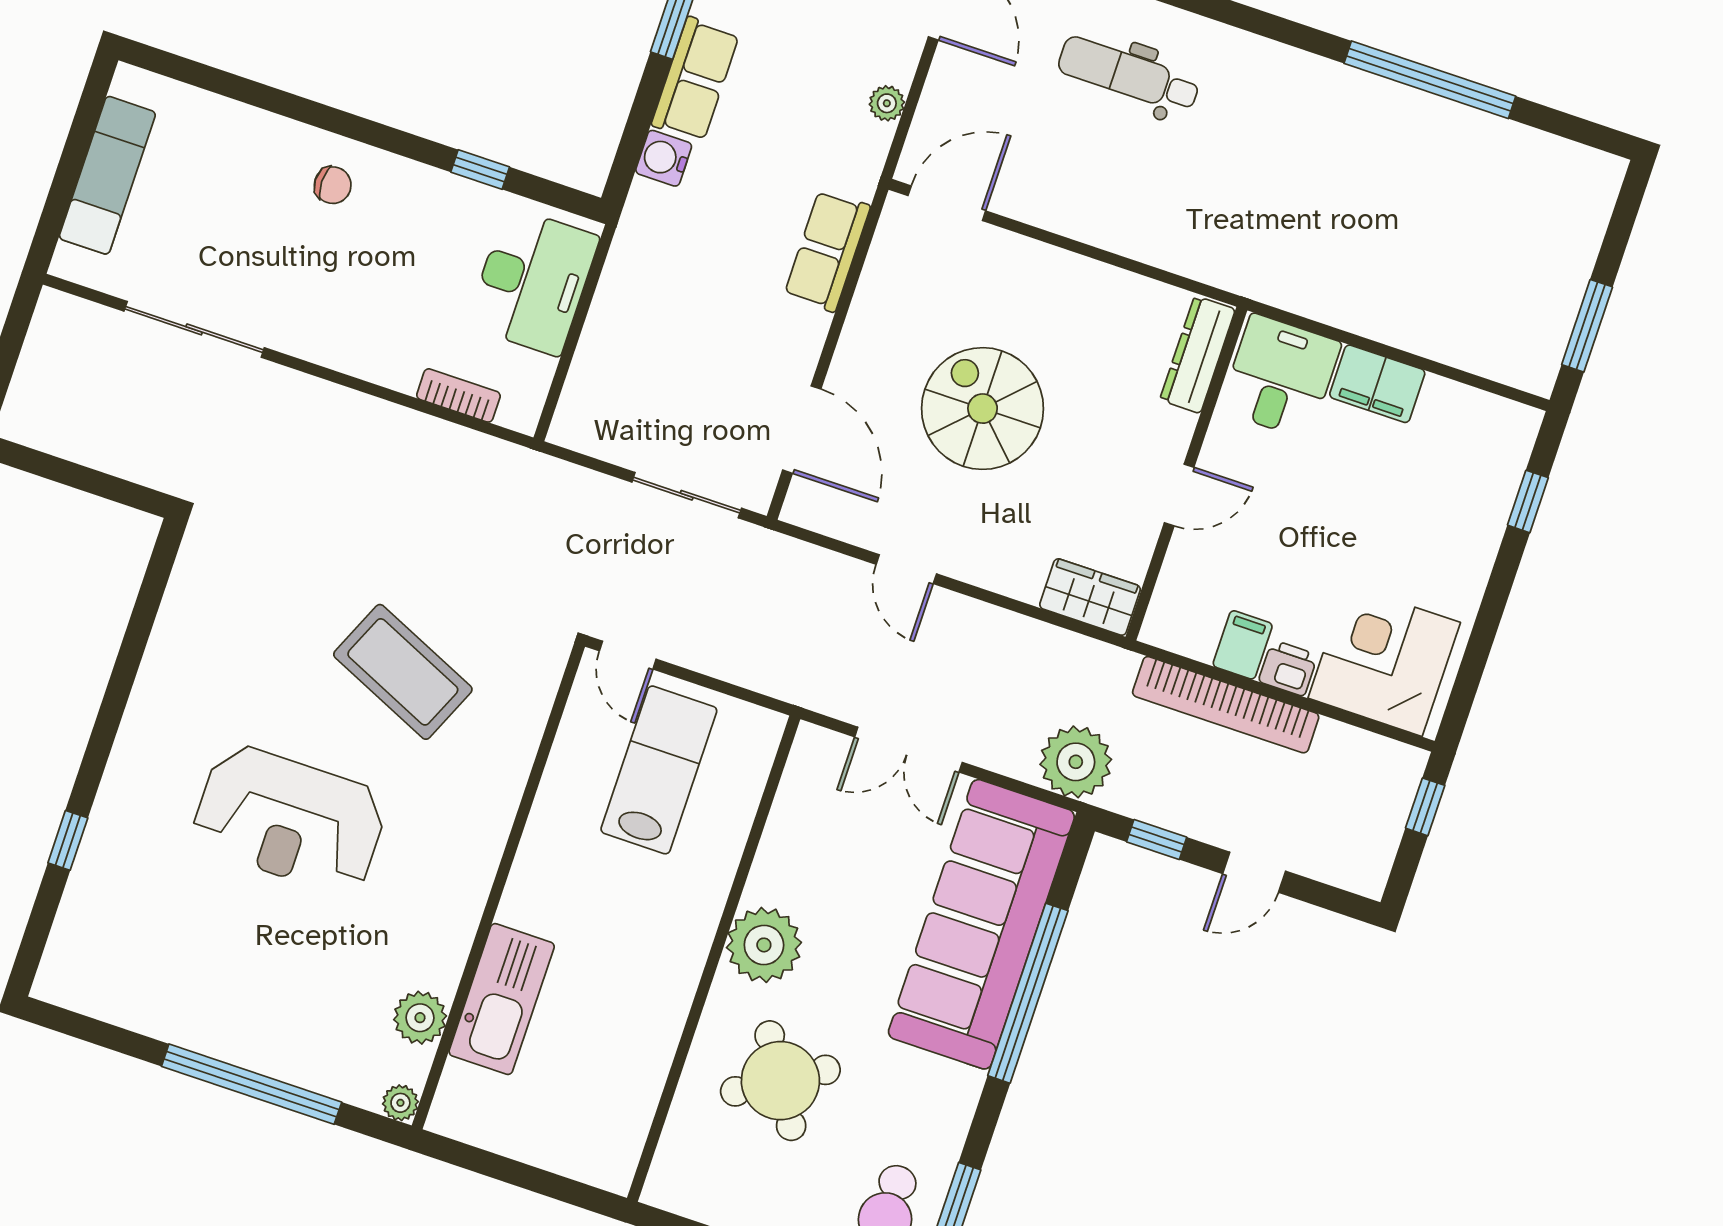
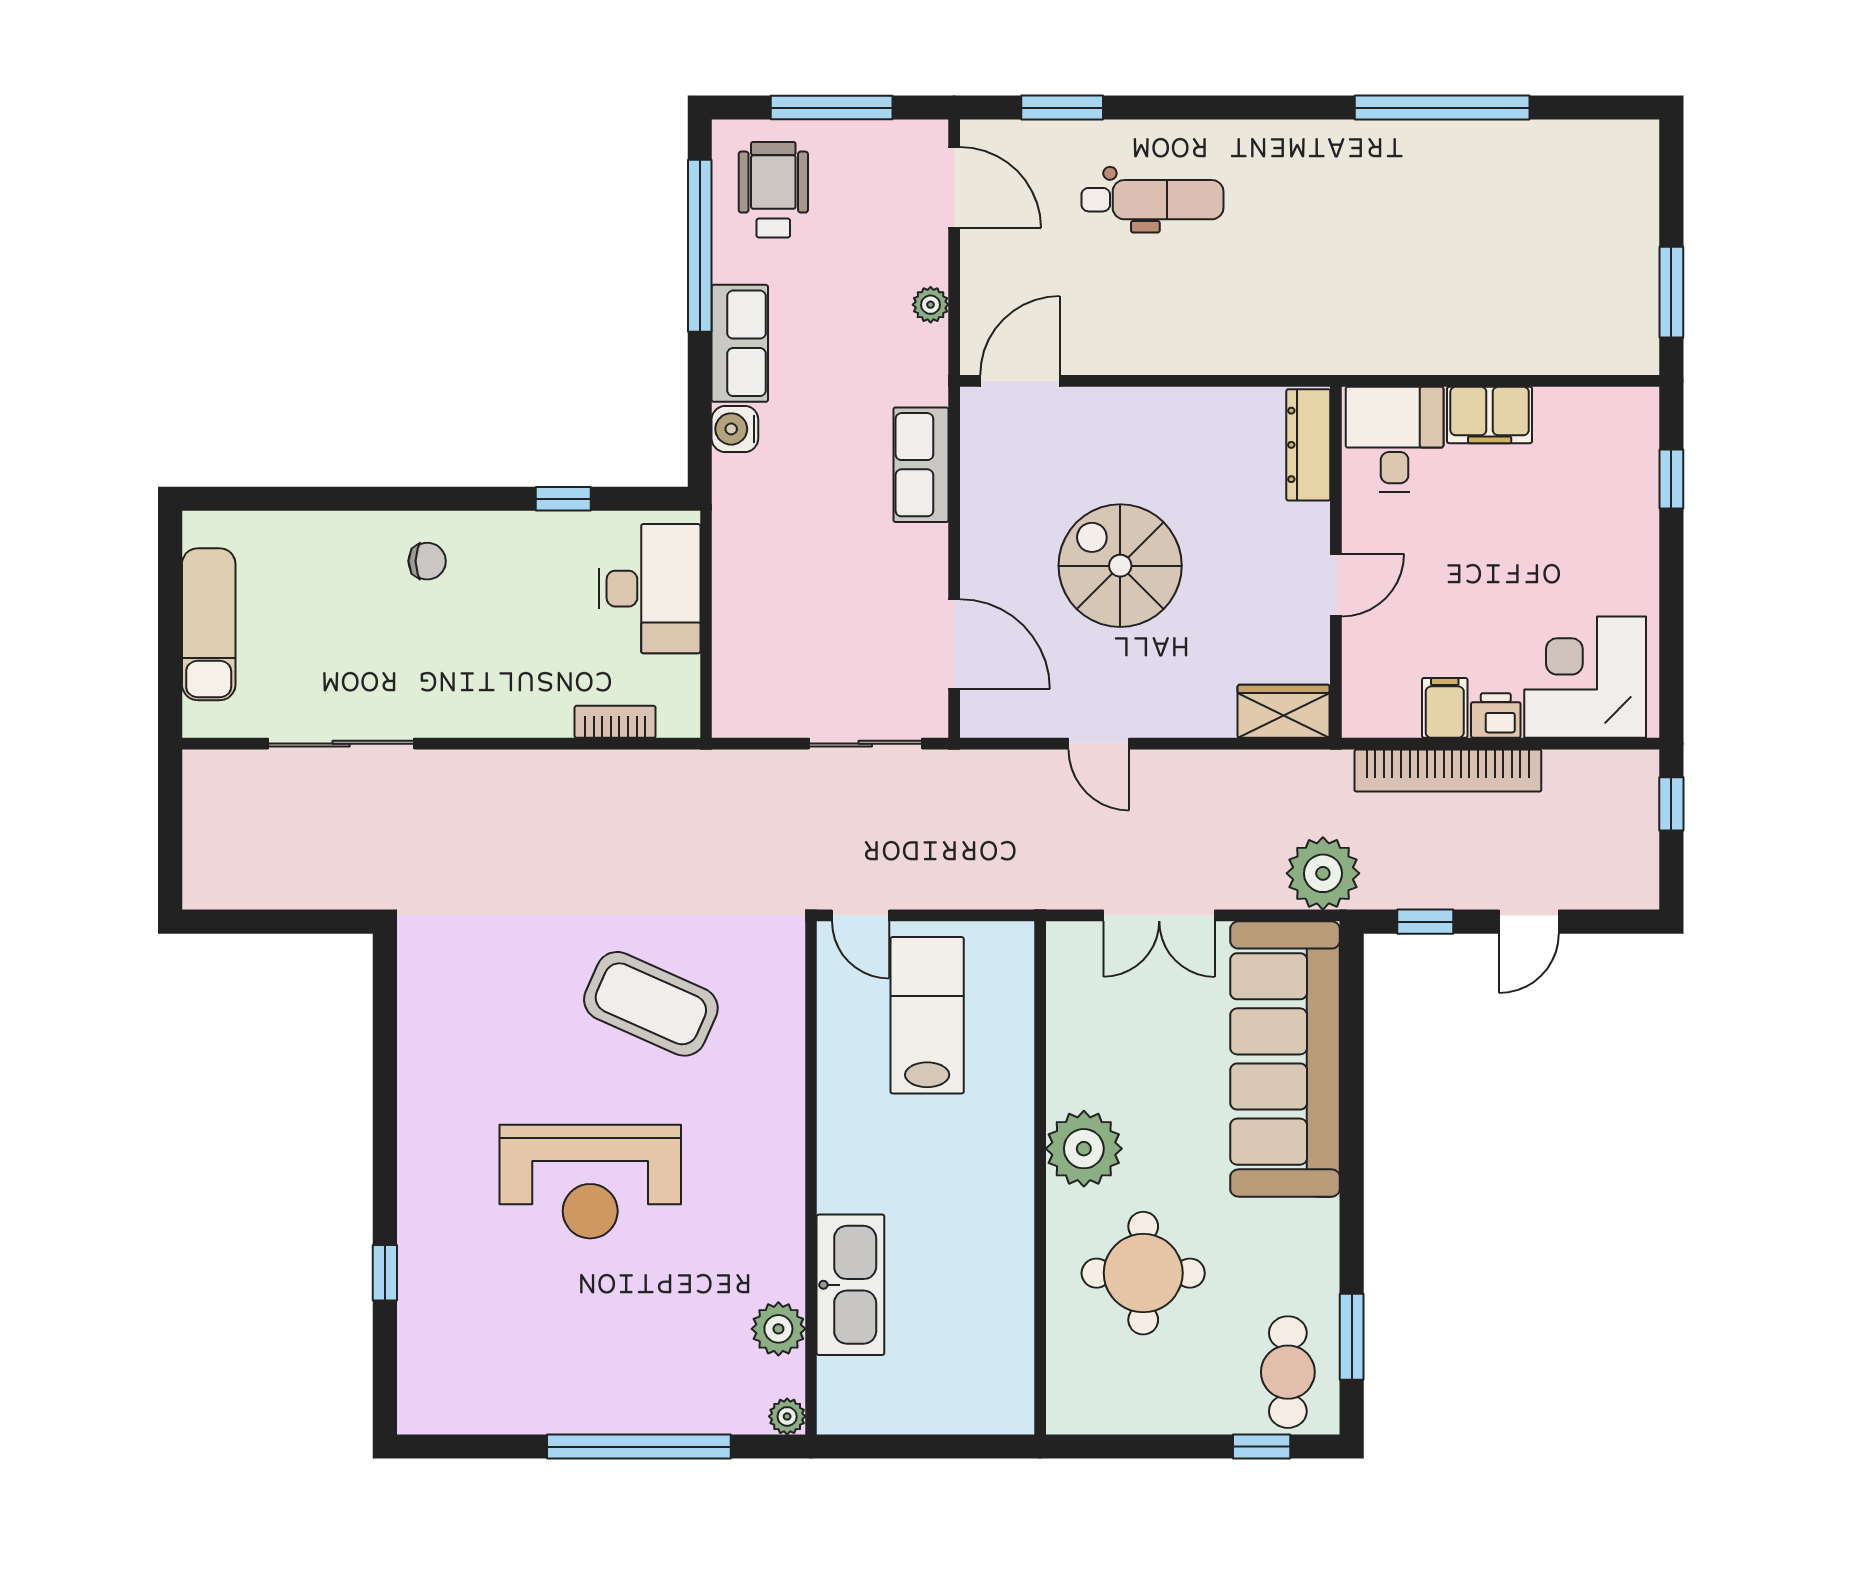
dental chair: (1129, 75) -> (1152, 200), turned 180
window: (1028, 993) -> (1352, 1110), removed
round table: (780, 1081) -> (1143, 1273), turned 32

